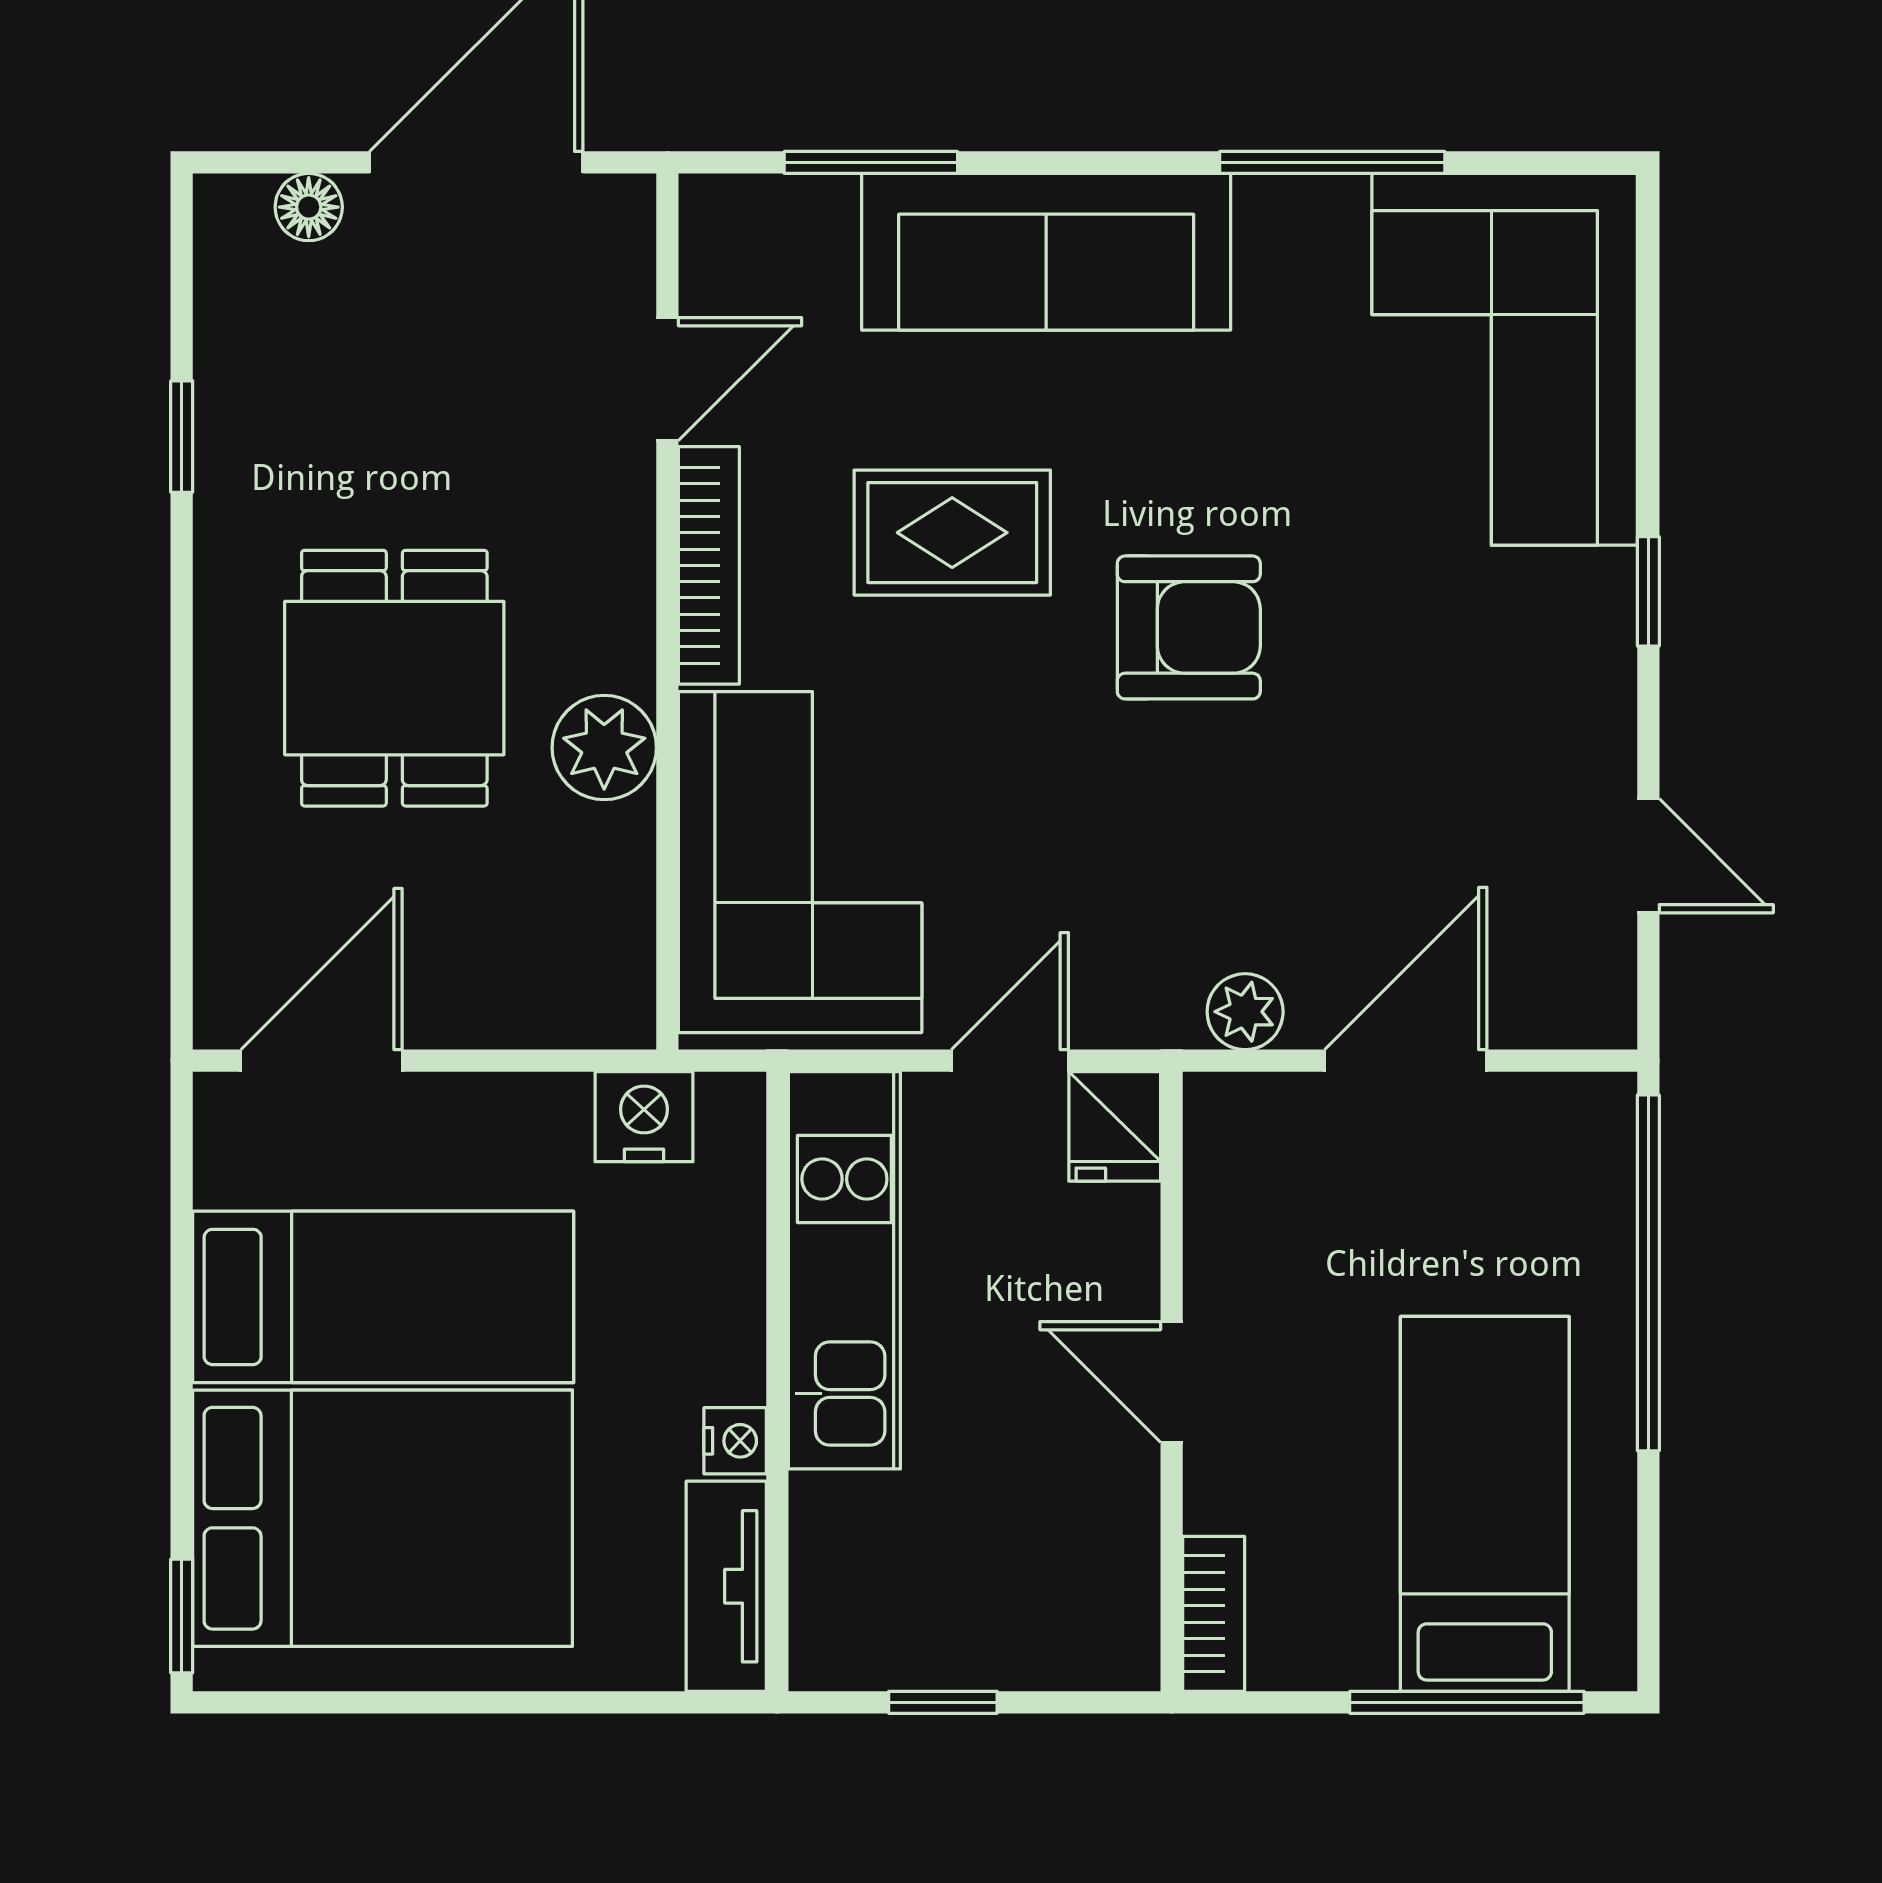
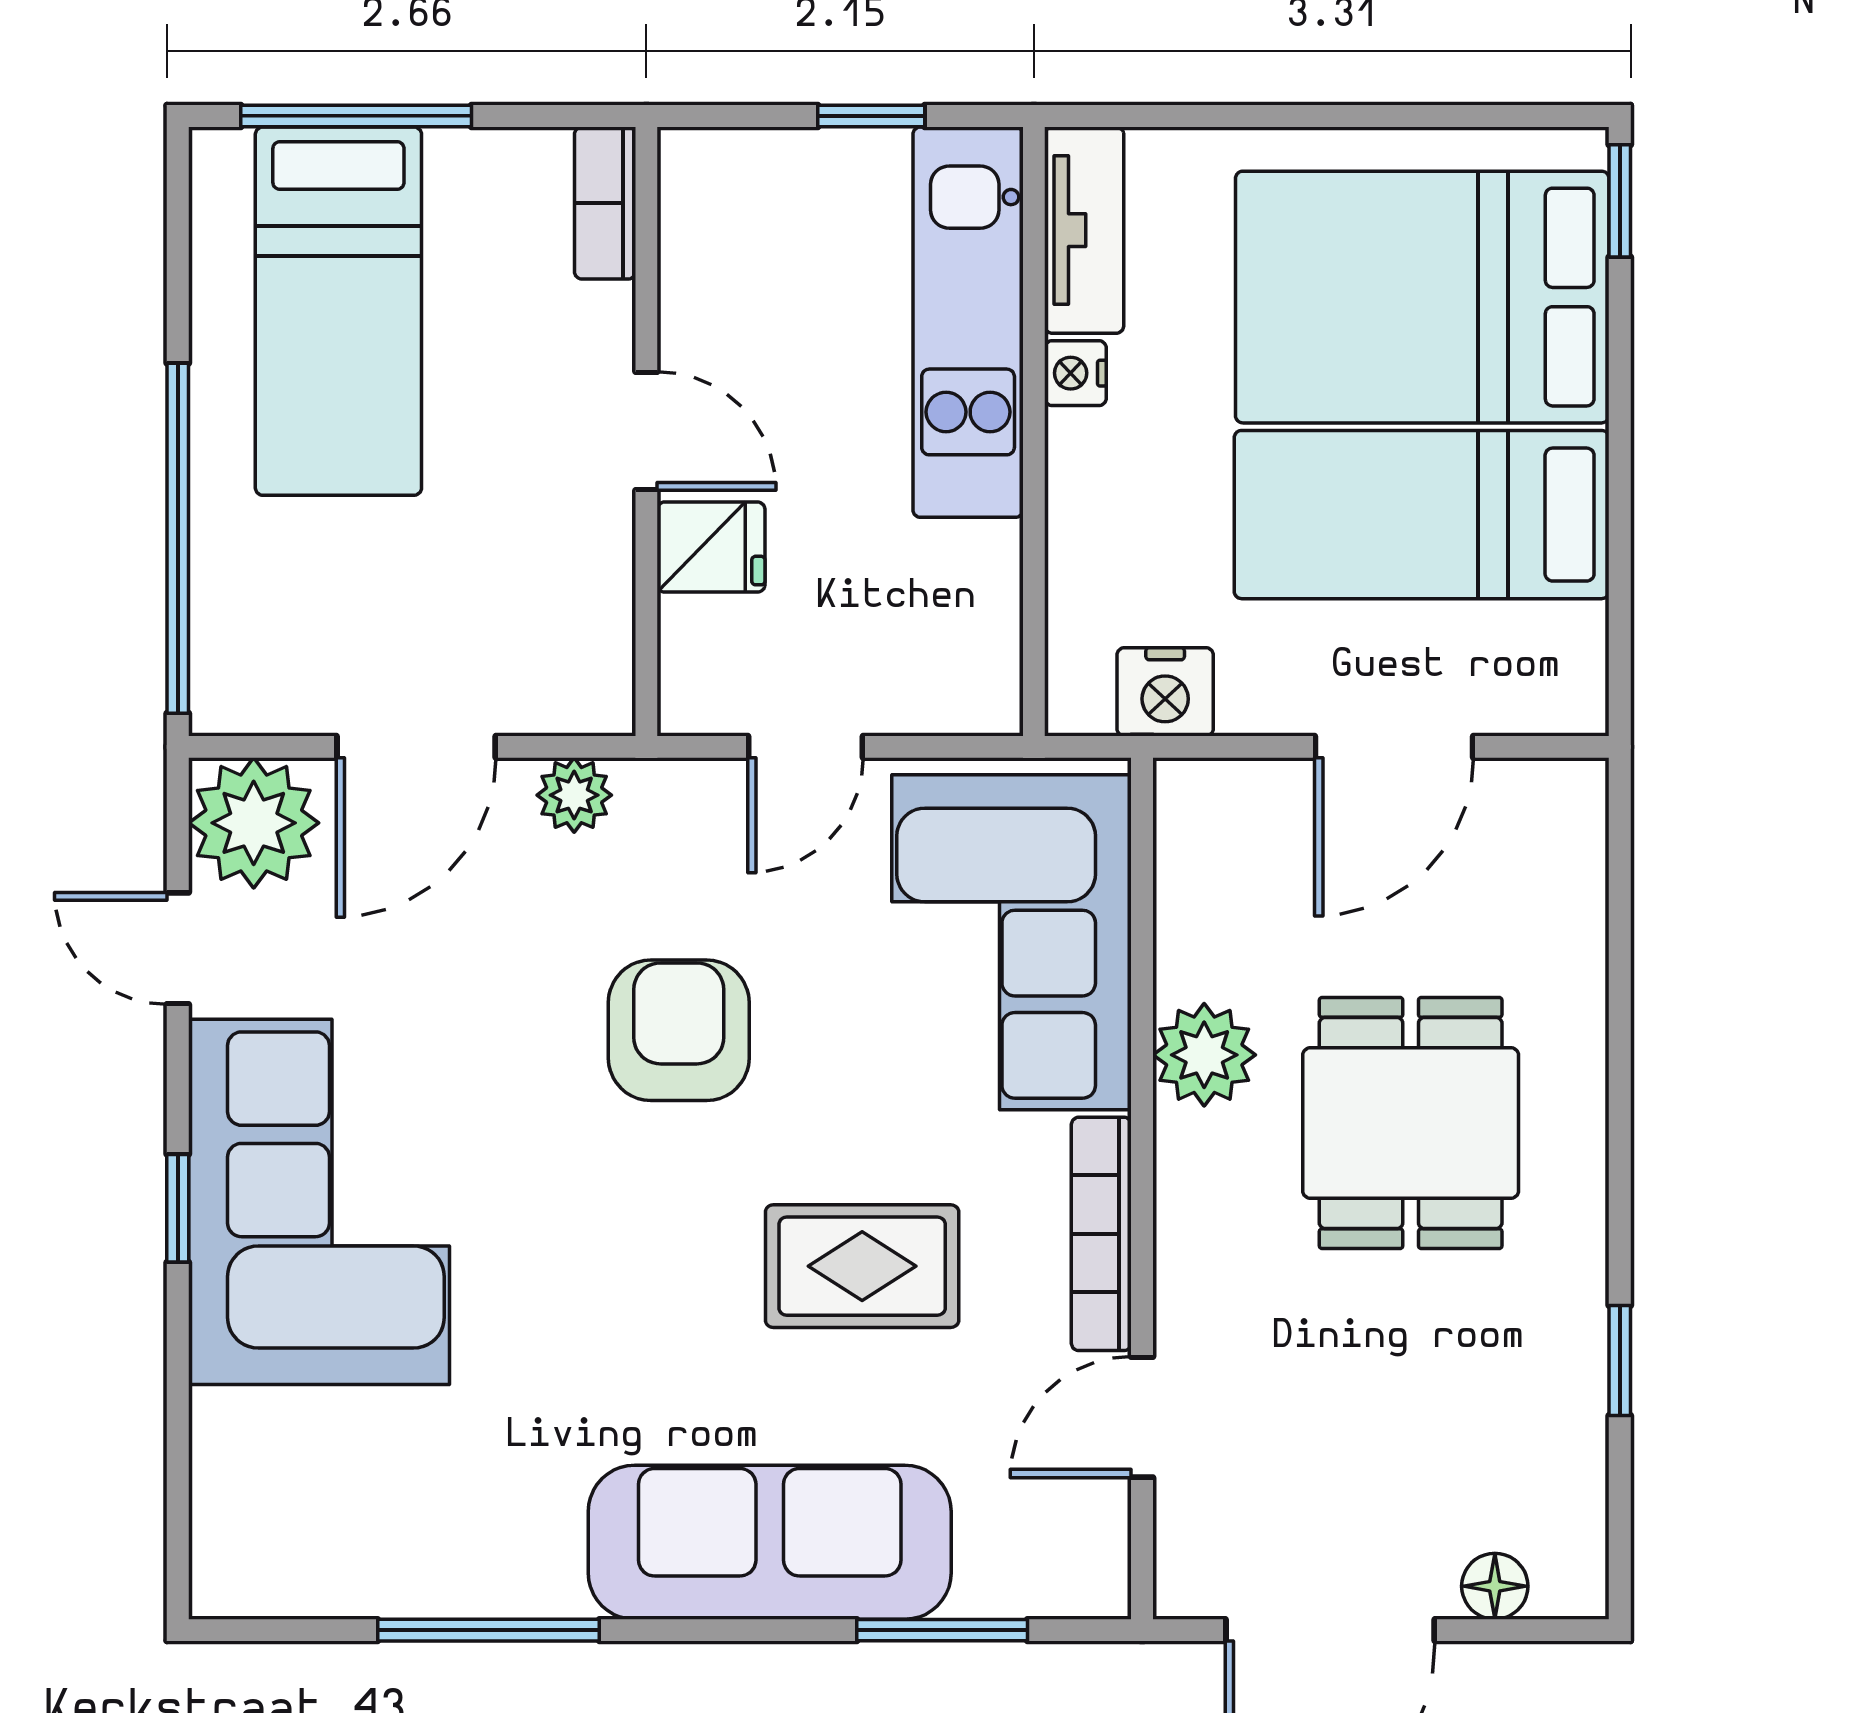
corner sofa: (1505, 359) -> (319, 1202), moved
armchair: (1189, 627) -> (679, 1030), moved, turned 90
plant: (1571, 983) -> (254, 823), added
door: (322, 1061) -> (1394, 747), moved
fridge: (1115, 1126) -> (711, 547), moved, turned 90
kitchen unit: (844, 1270) -> (968, 322), moved

